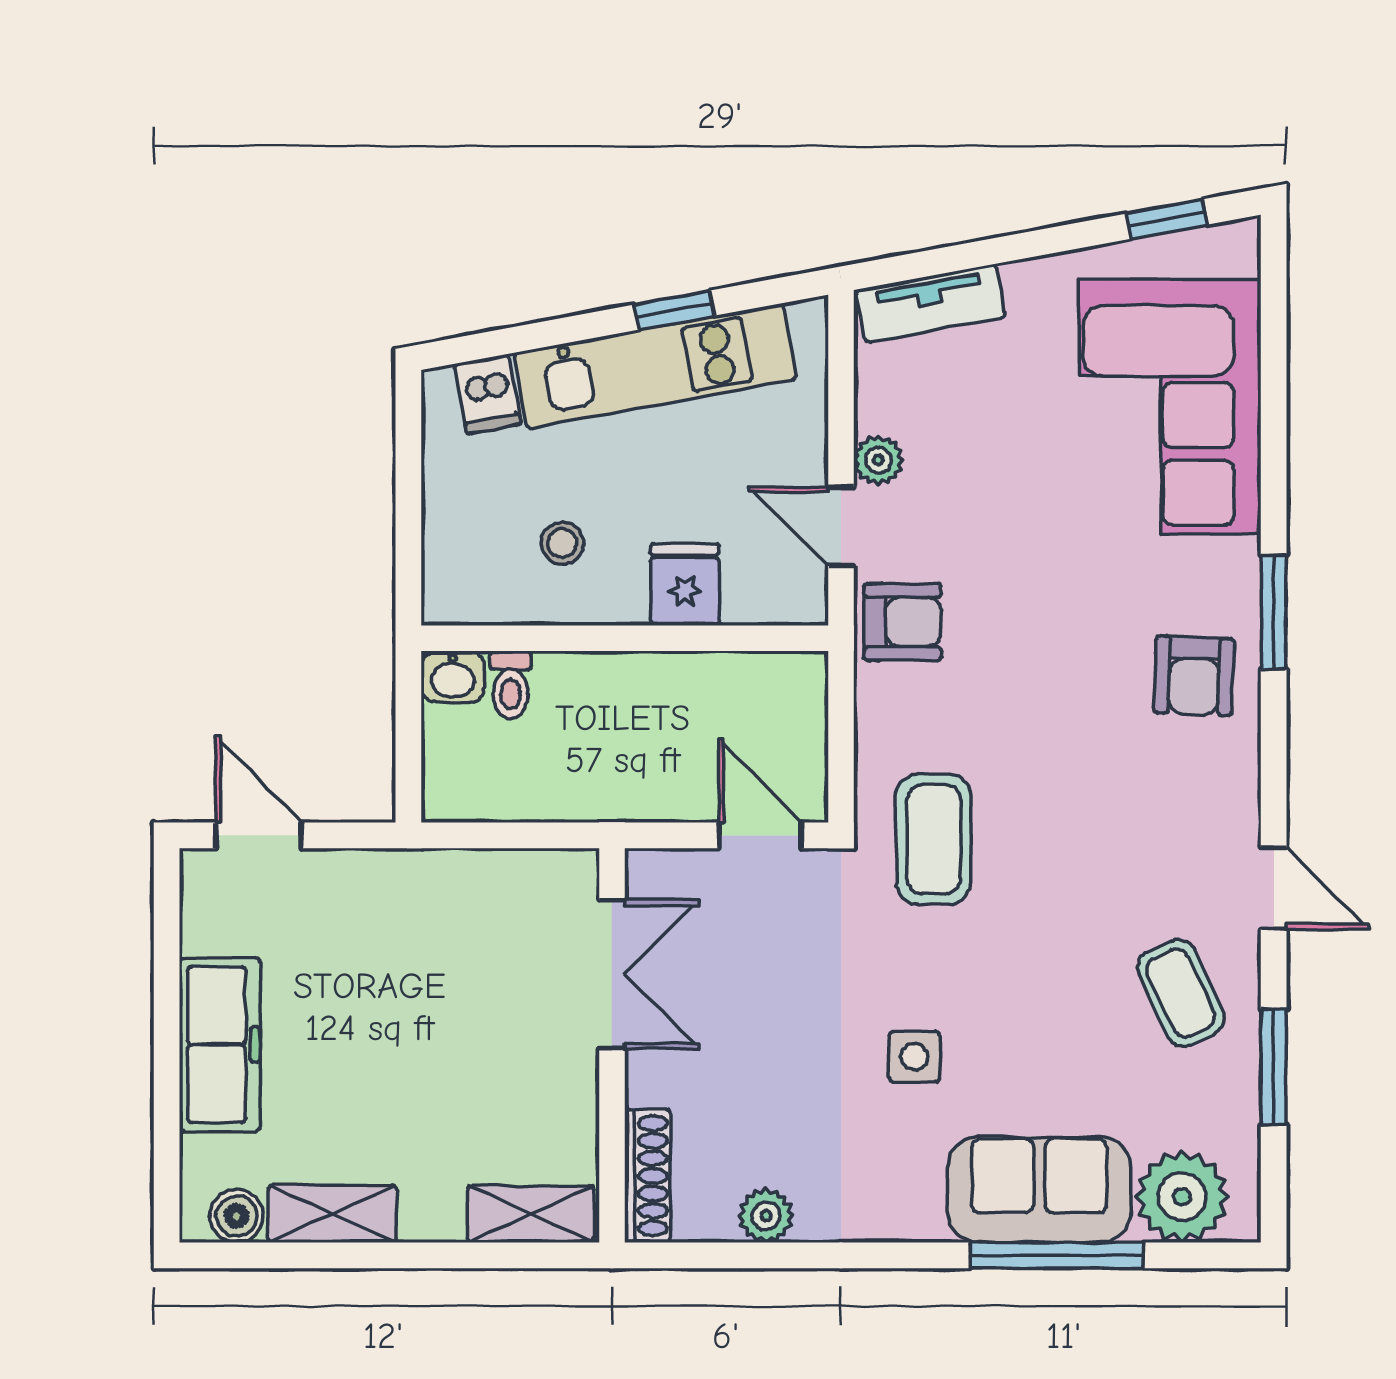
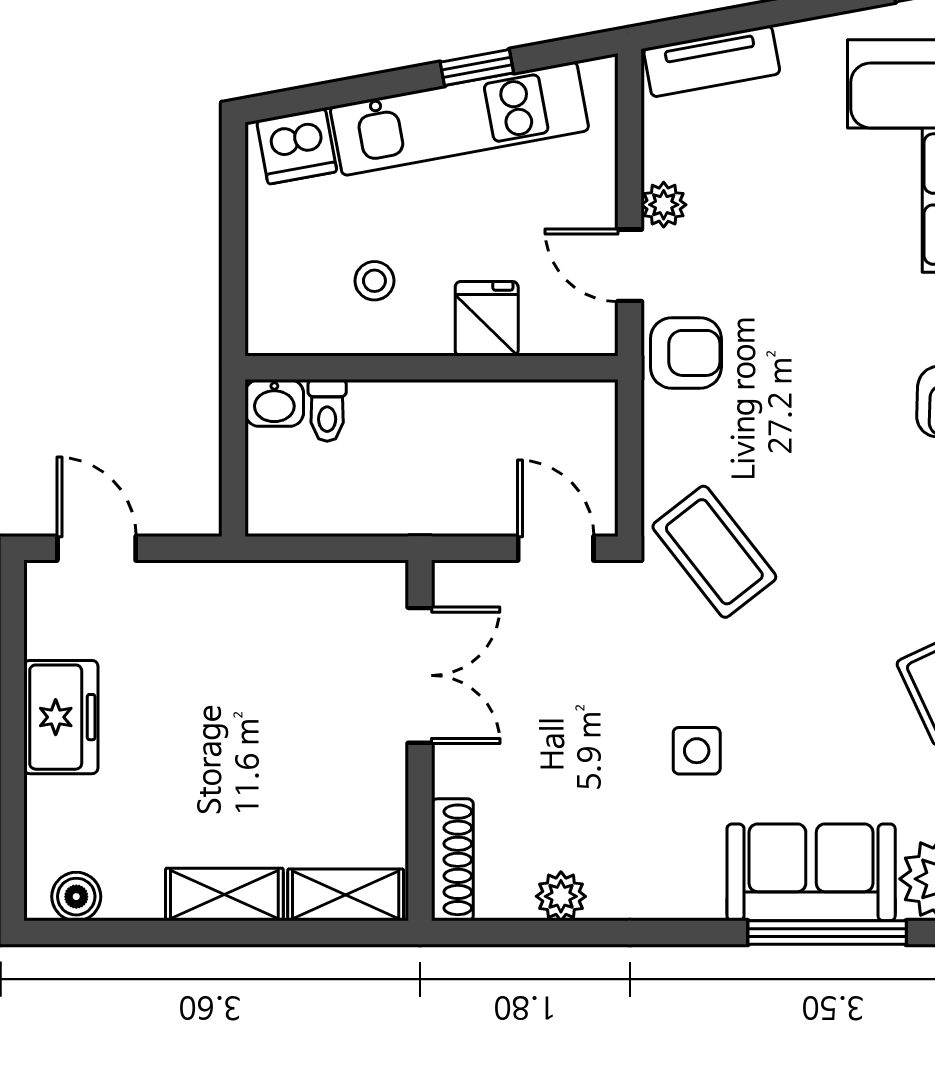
dishwasher: (488, 394) -> (297, 146), width x1.38
coffee table: (934, 839) -> (714, 552), turned -38
freezer: (220, 1045) -> (61, 717), width x0.71
shelving: (332, 1214) -> (224, 895), moved

